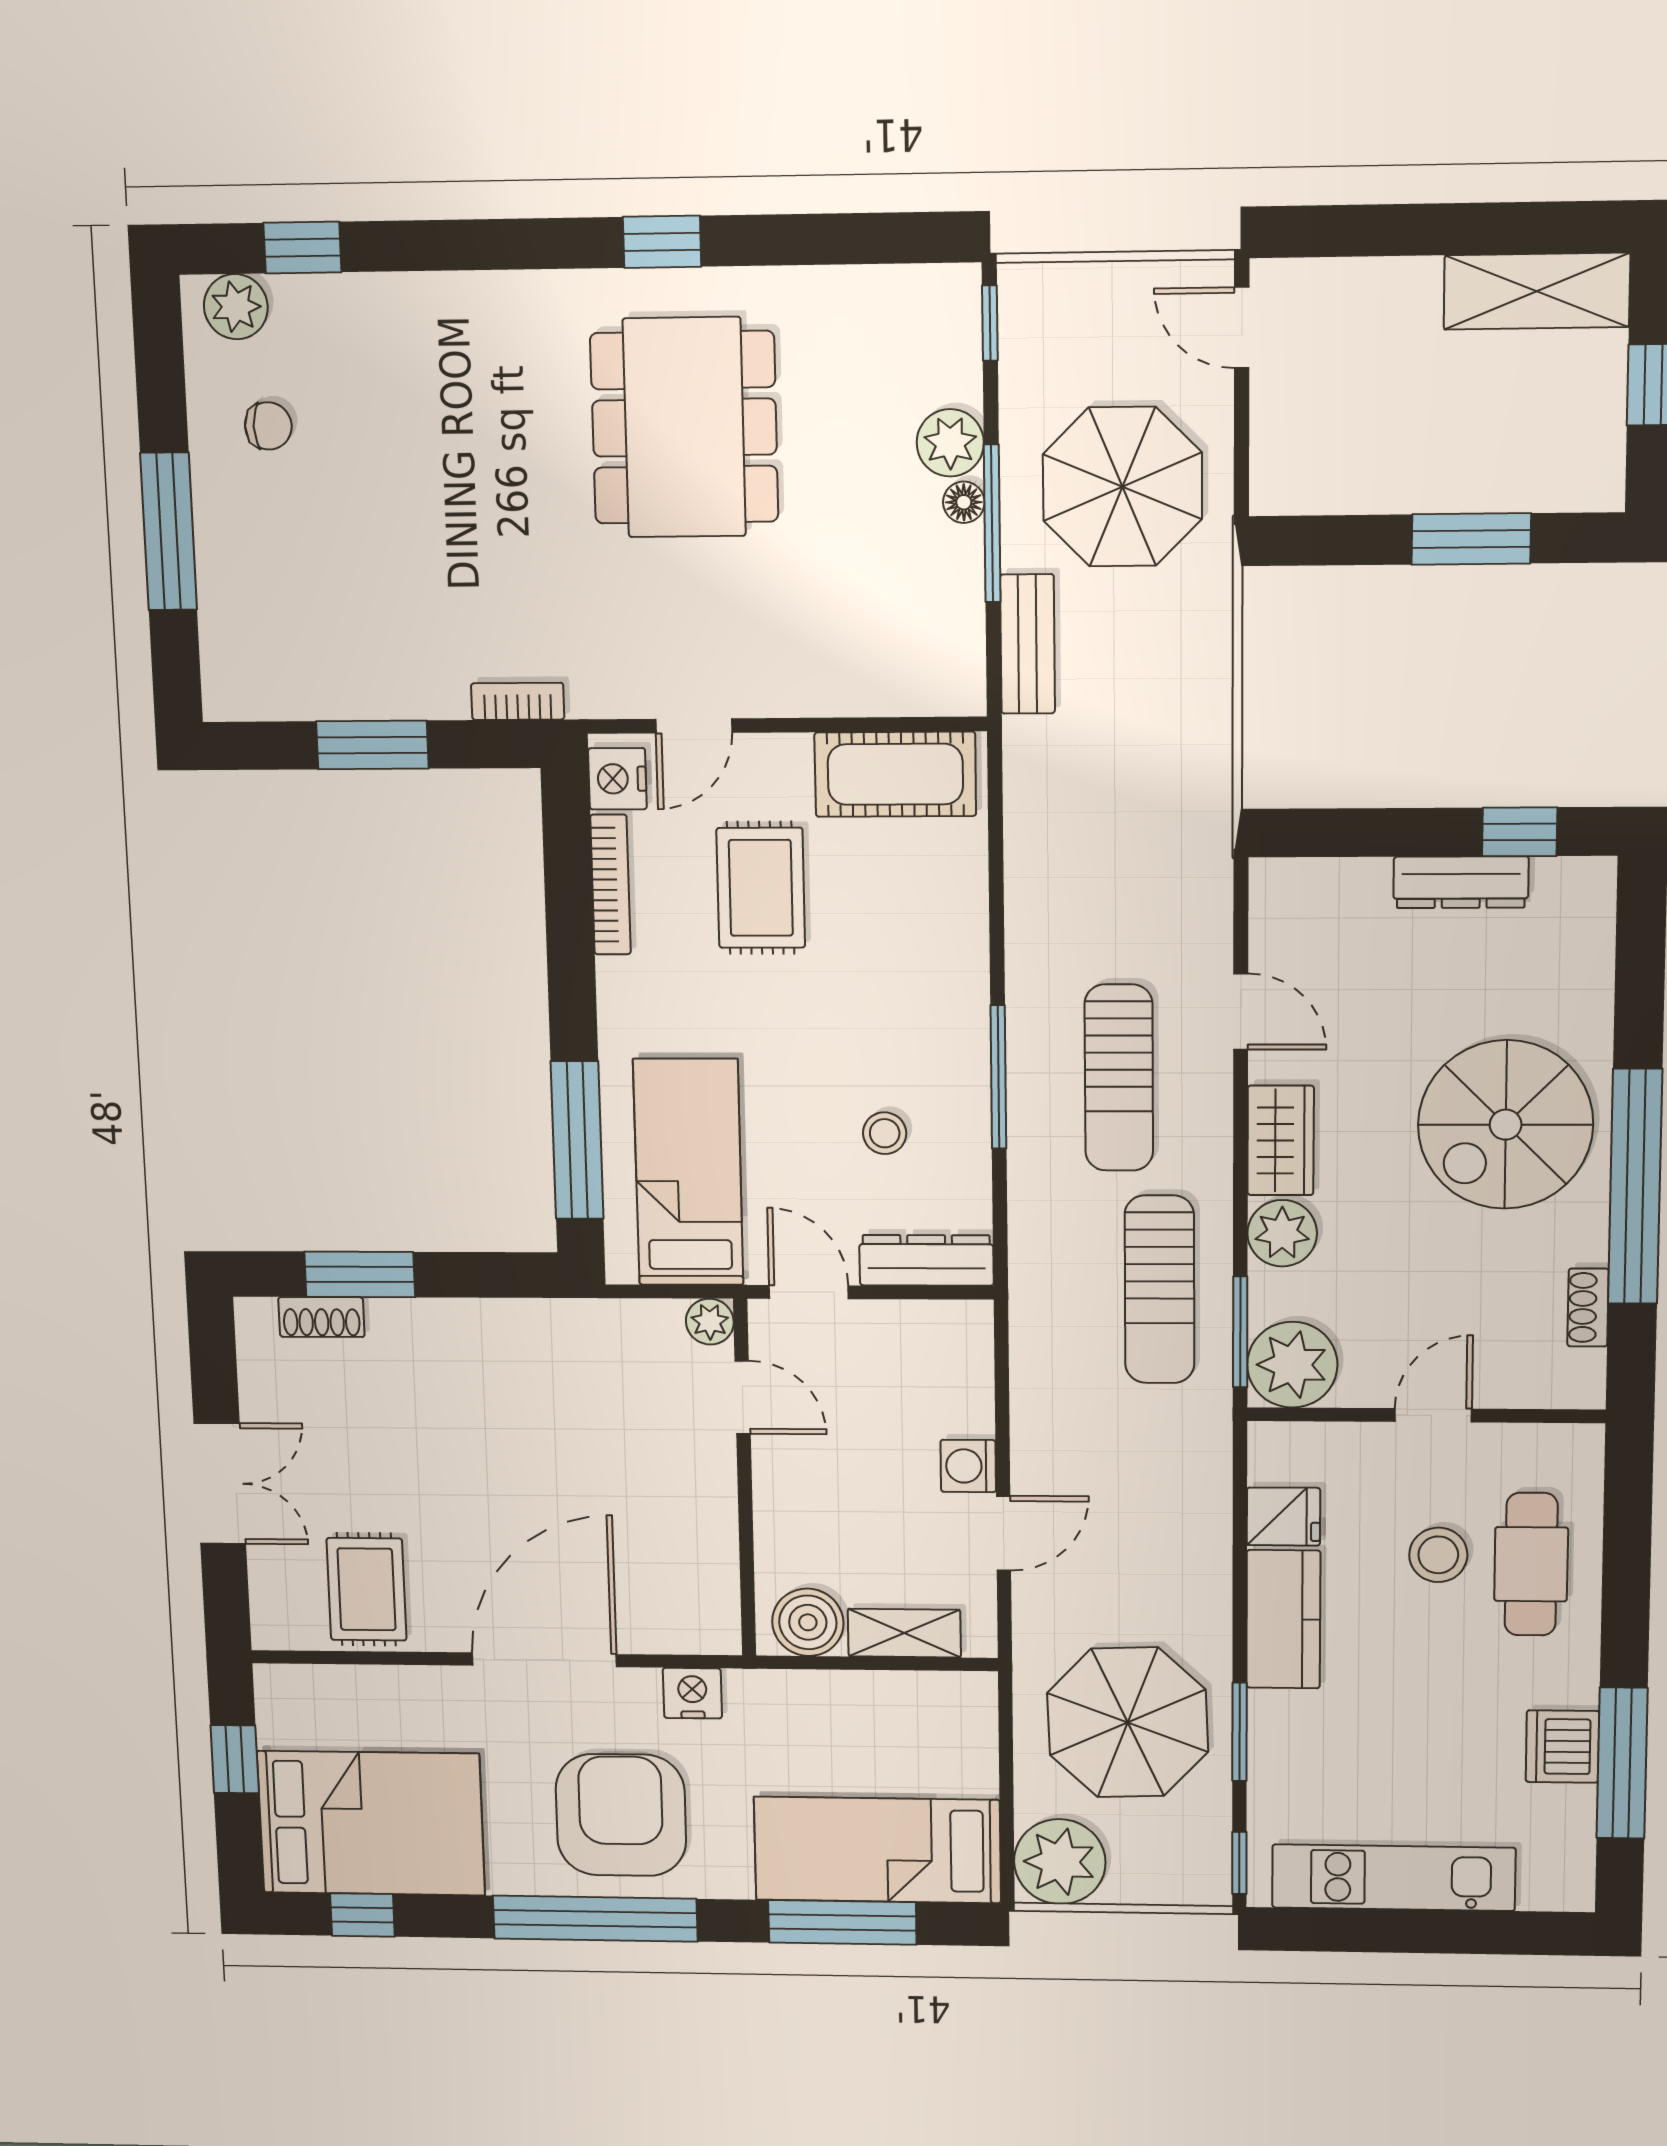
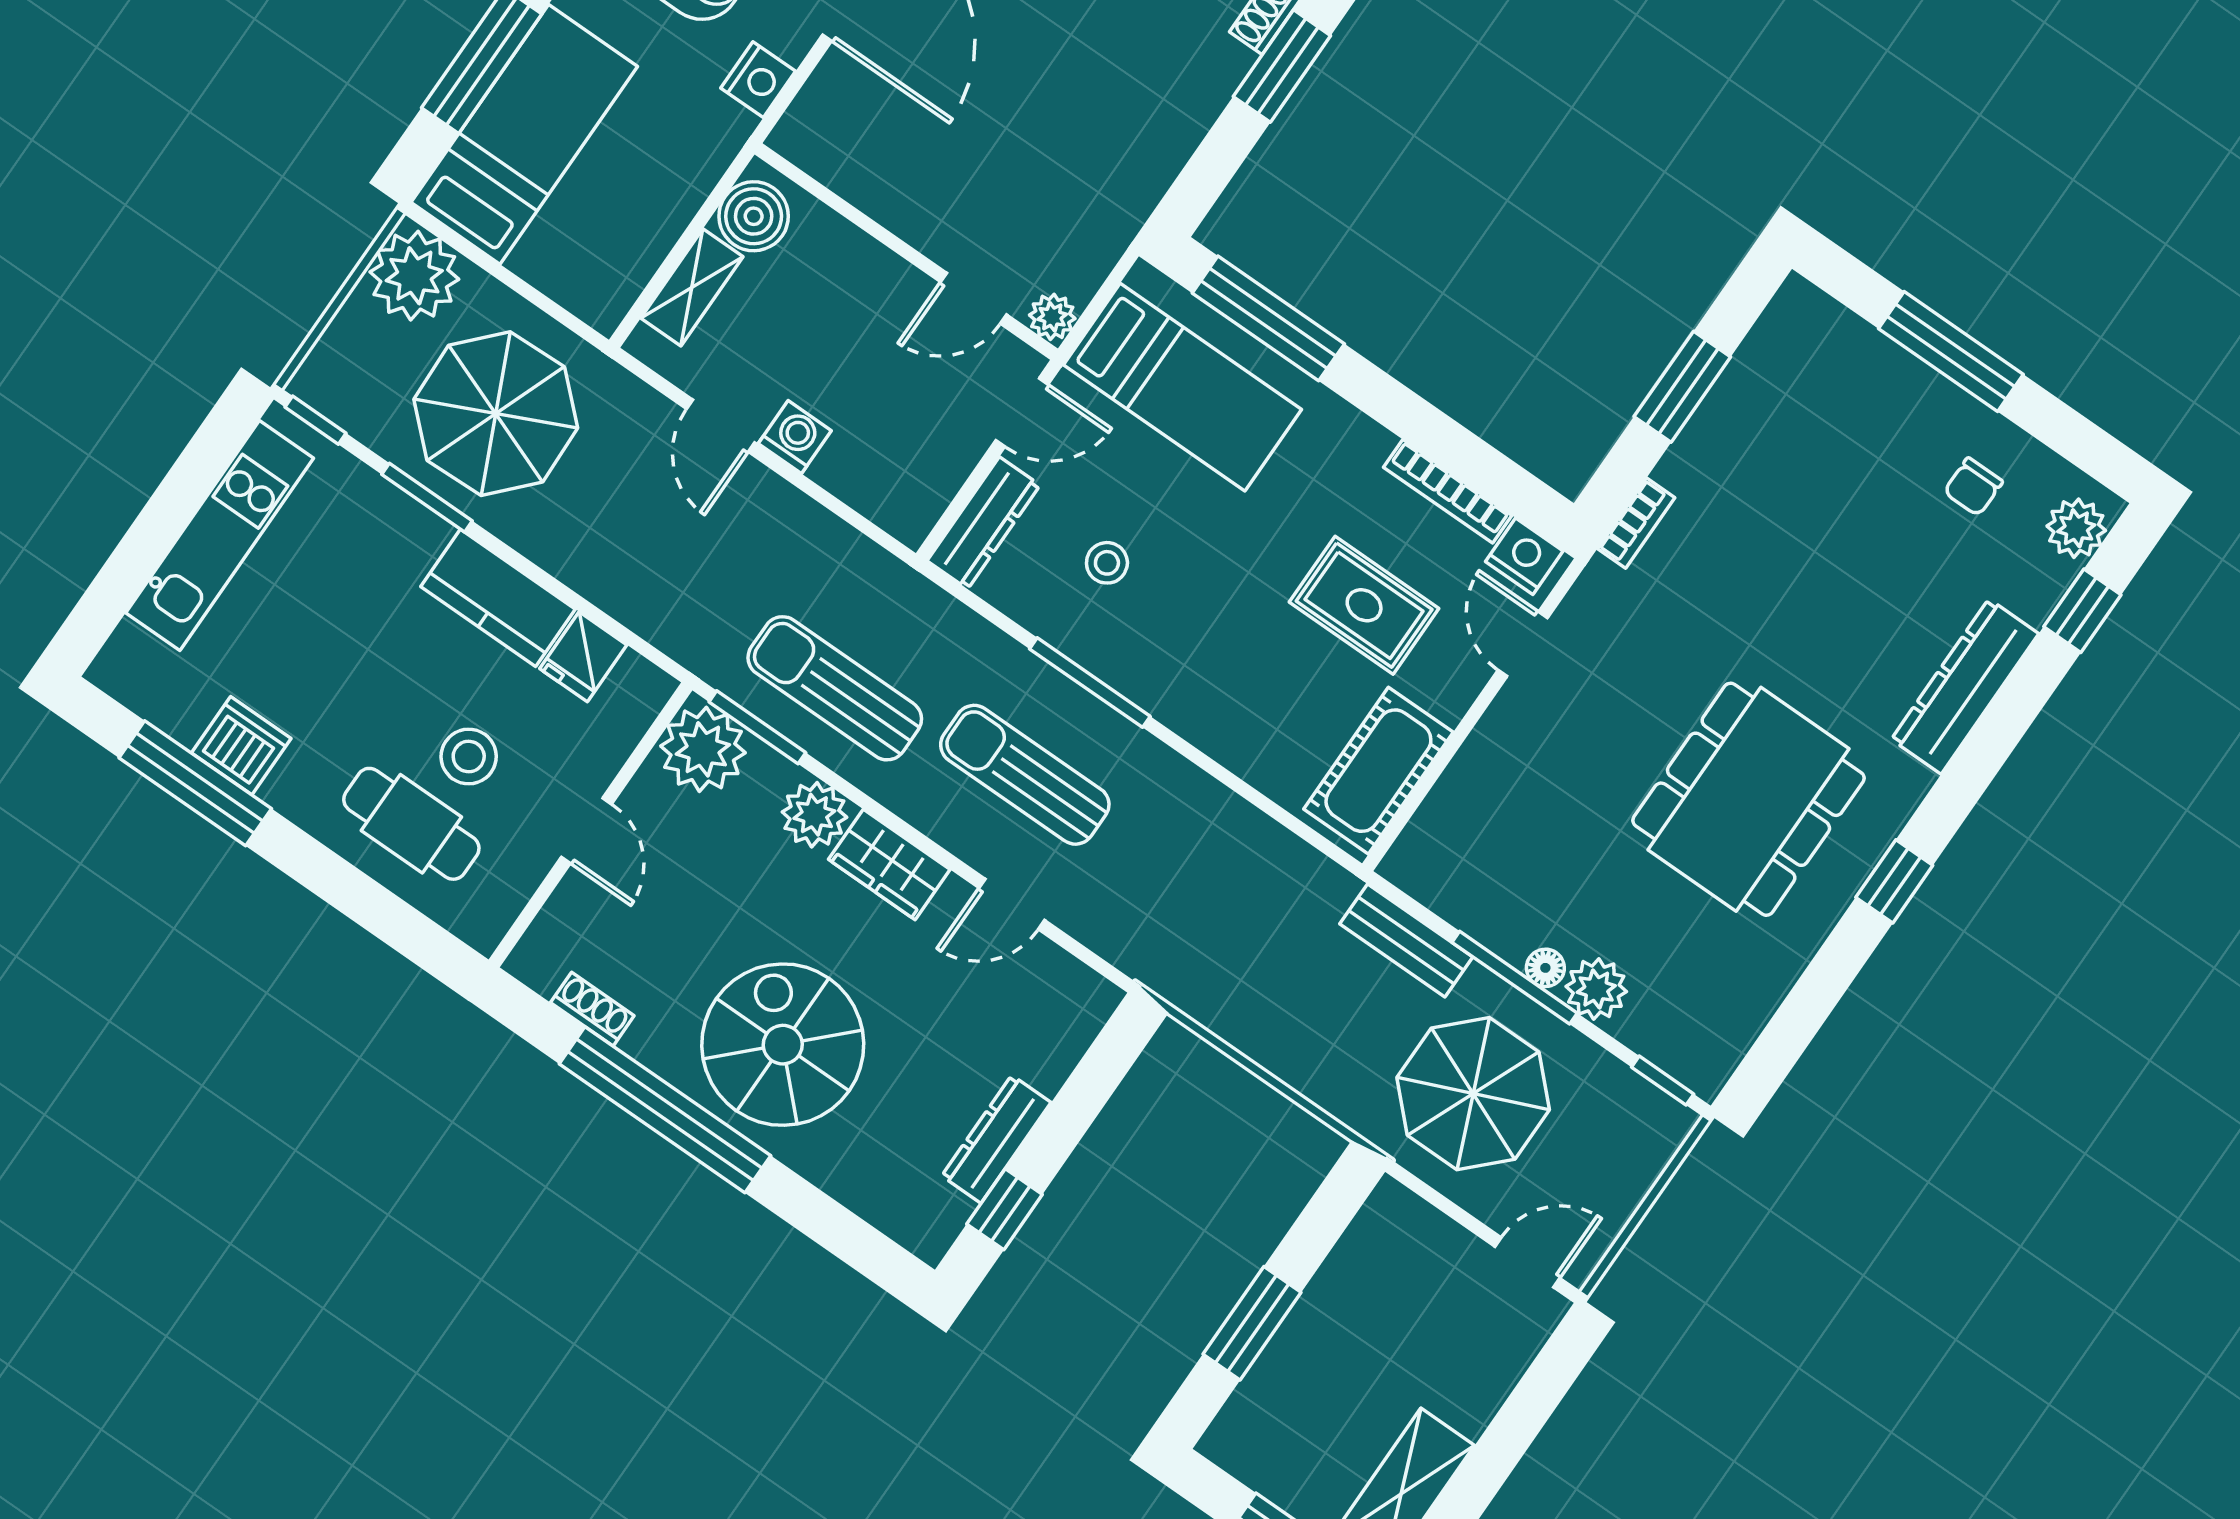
dresser: (445, 305) -> (1965, 686), added
dining table: (684, 428) -> (1748, 799), turned 90

